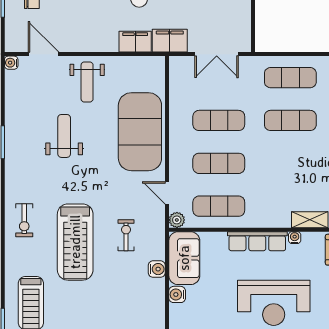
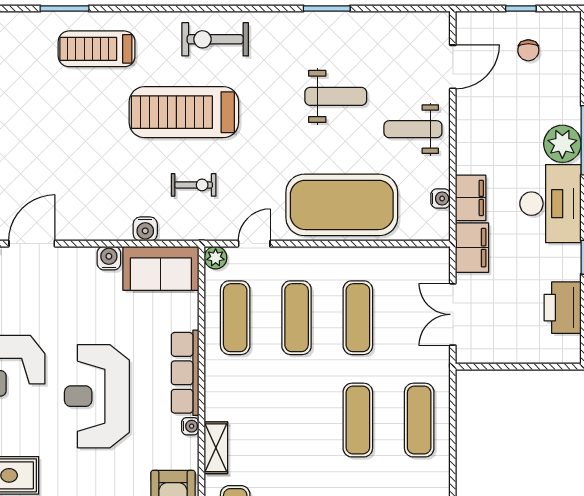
water cooler: (11, 63) -> (441, 198), moved, turned 90
exercise bike: (24, 220) -> (215, 39), width x1.38, depth x1.39

